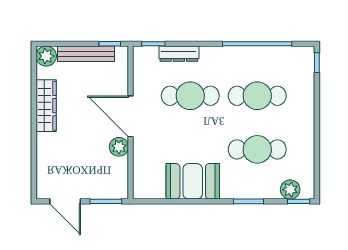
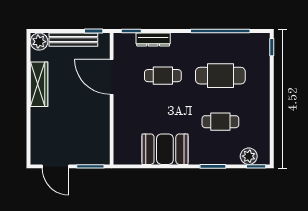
cafe table: (190, 96) -> (163, 76), width x0.73, depth x0.74
door: (131, 116) -> (112, 77), moved
plant: (119, 147) -> (102, 120), removed
cafe table: (257, 149) -> (220, 122), width x0.73, depth x0.74

